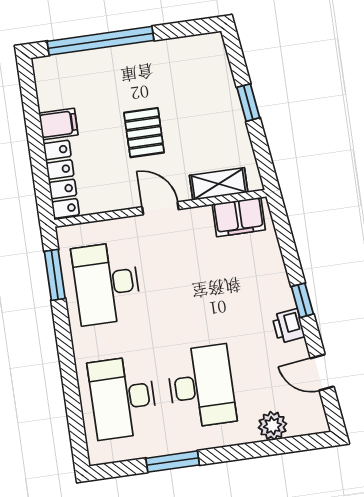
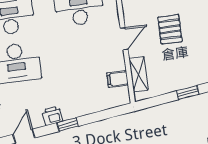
pallet: (144, 133) -> (170, 29), turned 90
filing cabinet: (239, 217) -> (117, 79), width x0.50

